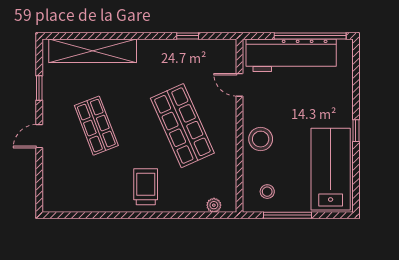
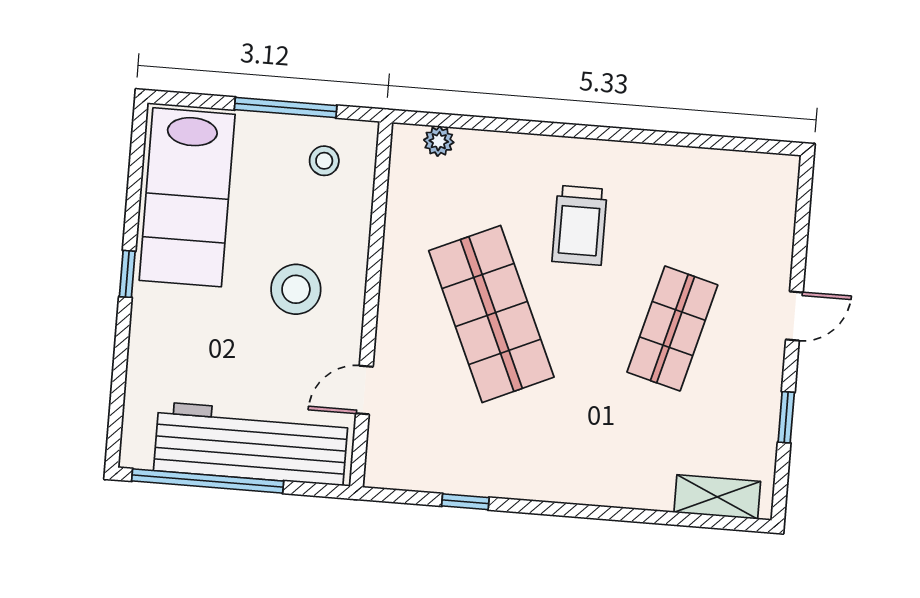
shelving: (93, 51) -> (717, 497), width x0.45, depth x0.75
door: (240, 85) -> (364, 390), swing flipped
shop shelf: (96, 126) -> (672, 329), turned 36
stool: (261, 139) -> (296, 289), moved
trolley: (146, 187) -> (579, 225), moved

